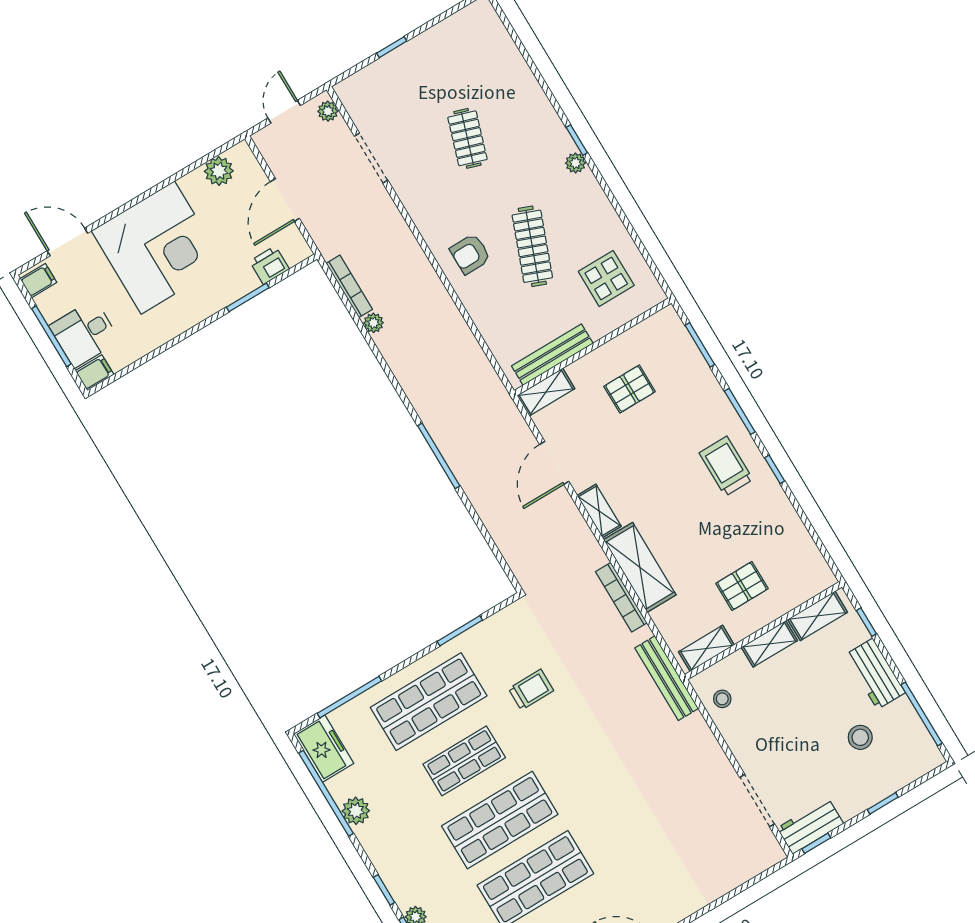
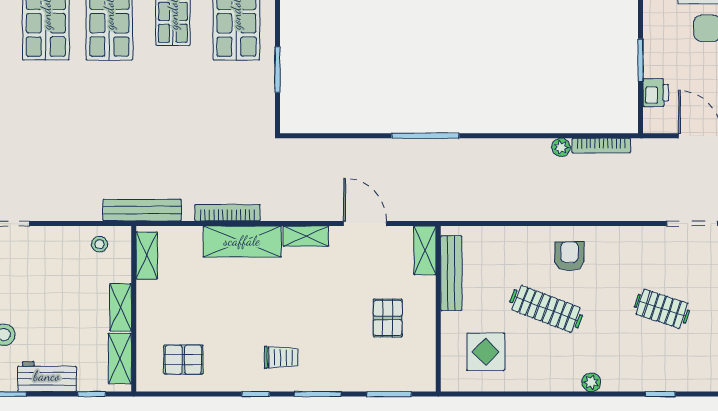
window: (577, 140) -> (660, 394), moved
trolley: (726, 466) -> (281, 357), width x0.73, depth x0.72
pallet: (742, 586) -> (183, 360), moved, turned 90
trolley: (531, 690) -> (197, 98), removed

